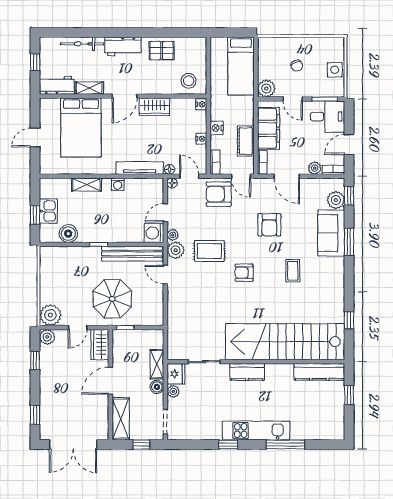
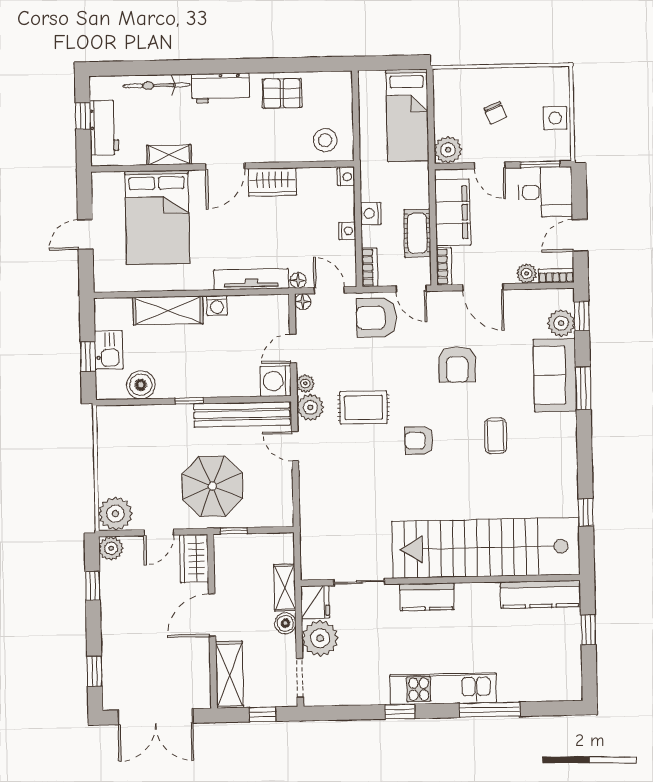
workbench: (57, 85) -> (104, 128), moved, turned 90
shelving: (86, 185) -> (168, 310), width x1.50, depth x1.33
plant: (173, 391) -> (320, 638), width x1.87, depth x1.87

